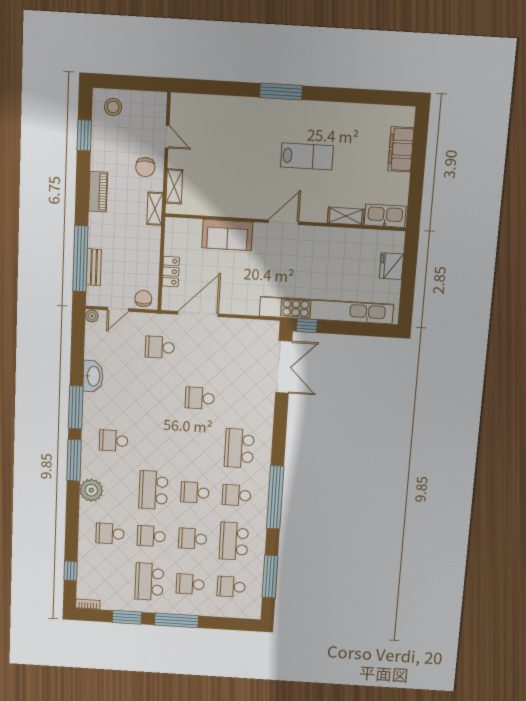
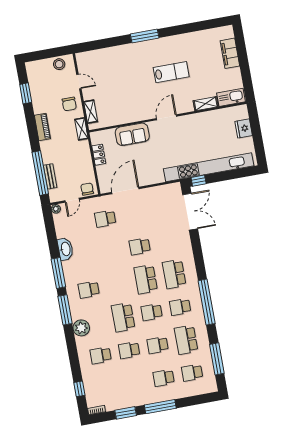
stool: (113, 107) -> (59, 64), moved
locker: (171, 272) -> (99, 155), moved
school desk: (149, 582) -> (146, 279), moved

